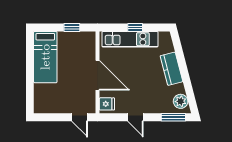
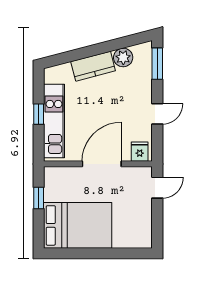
bed: (45, 57) -> (78, 225), width x1.50
plant: (181, 101) -> (123, 58), moved

